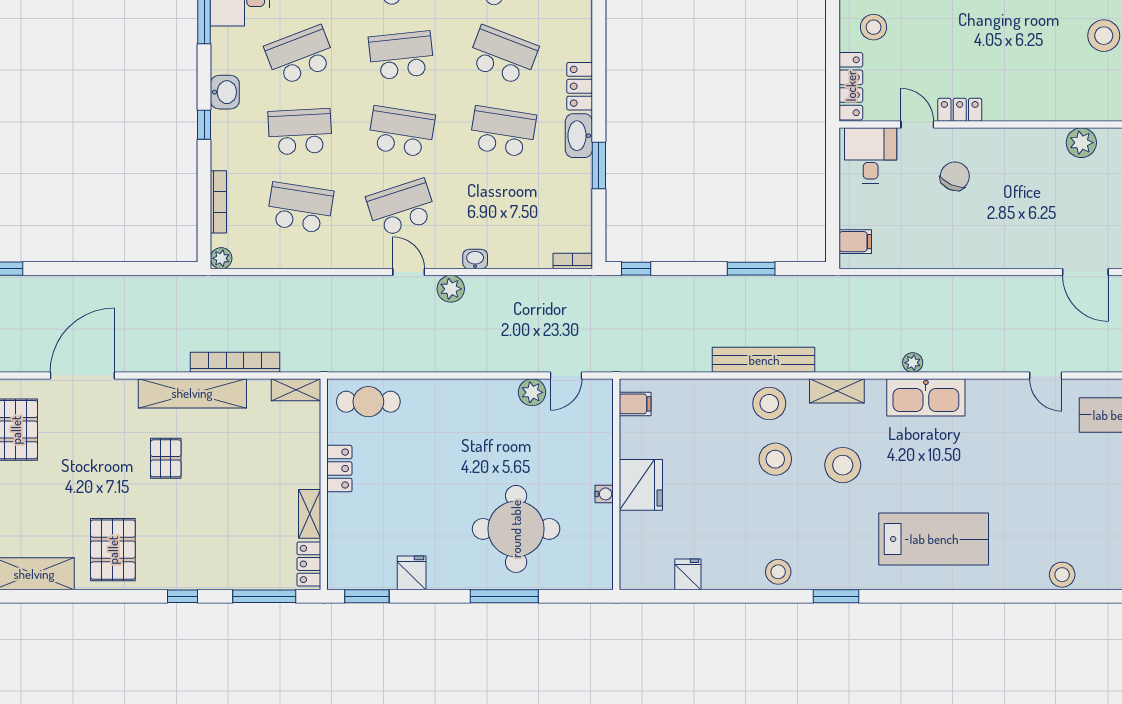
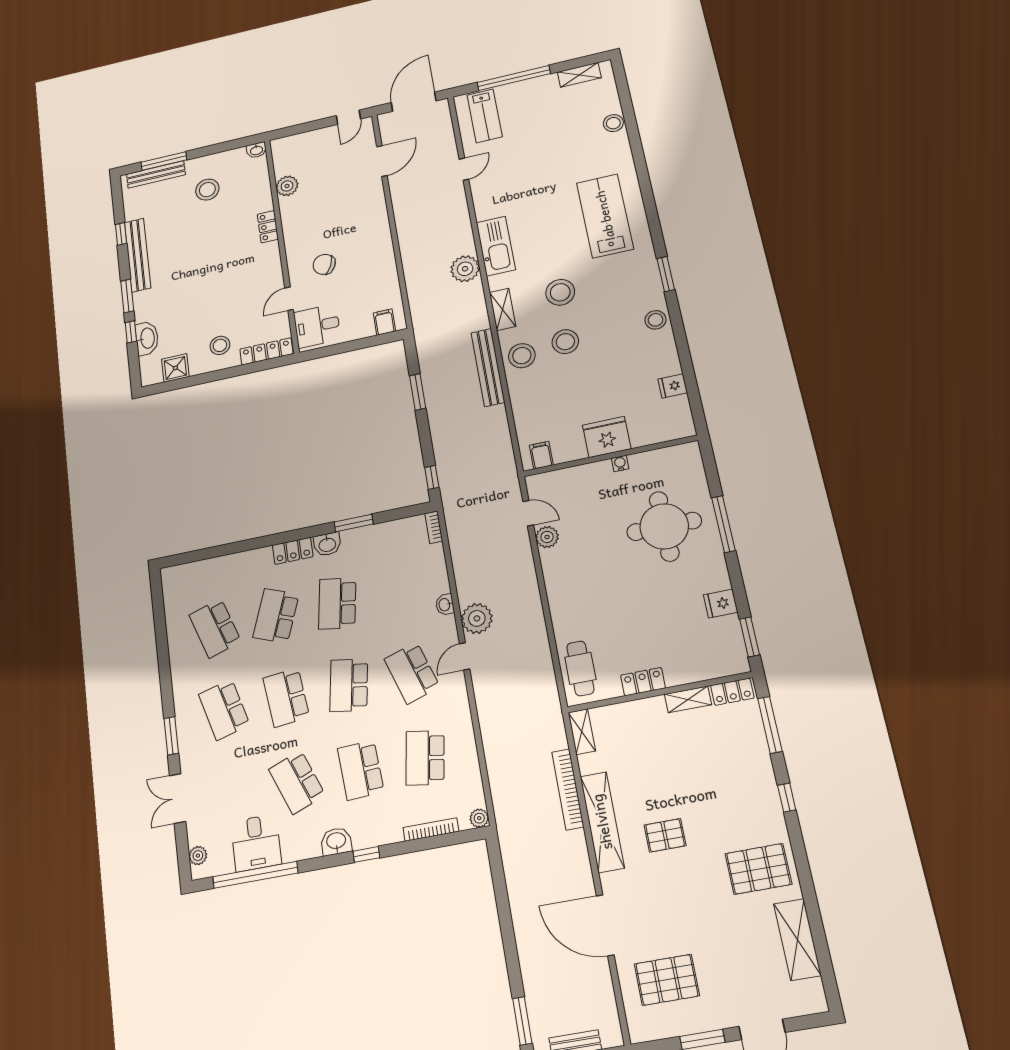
locker: (960, 110) -> (268, 227), moved
washbasin: (579, 136) -> (327, 544), width x0.72
plant: (451, 289) -> (477, 618), width x1.36, depth x1.36
plant: (913, 363) -> (465, 269), width x1.88, depth x1.88

